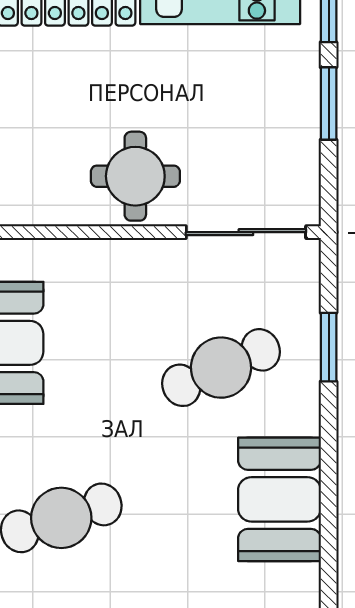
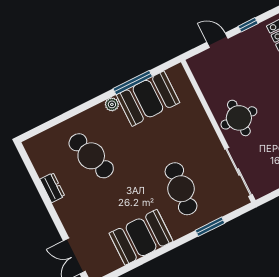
cafe table: (221, 368) -> (181, 189), turned 30

